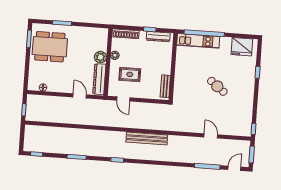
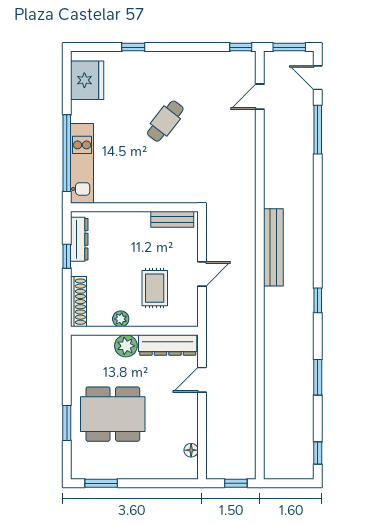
dining table: (50, 47) -> (113, 414), moved, turned 90
door: (123, 99) -> (202, 274), moved
door: (211, 136) -> (260, 97), moved

